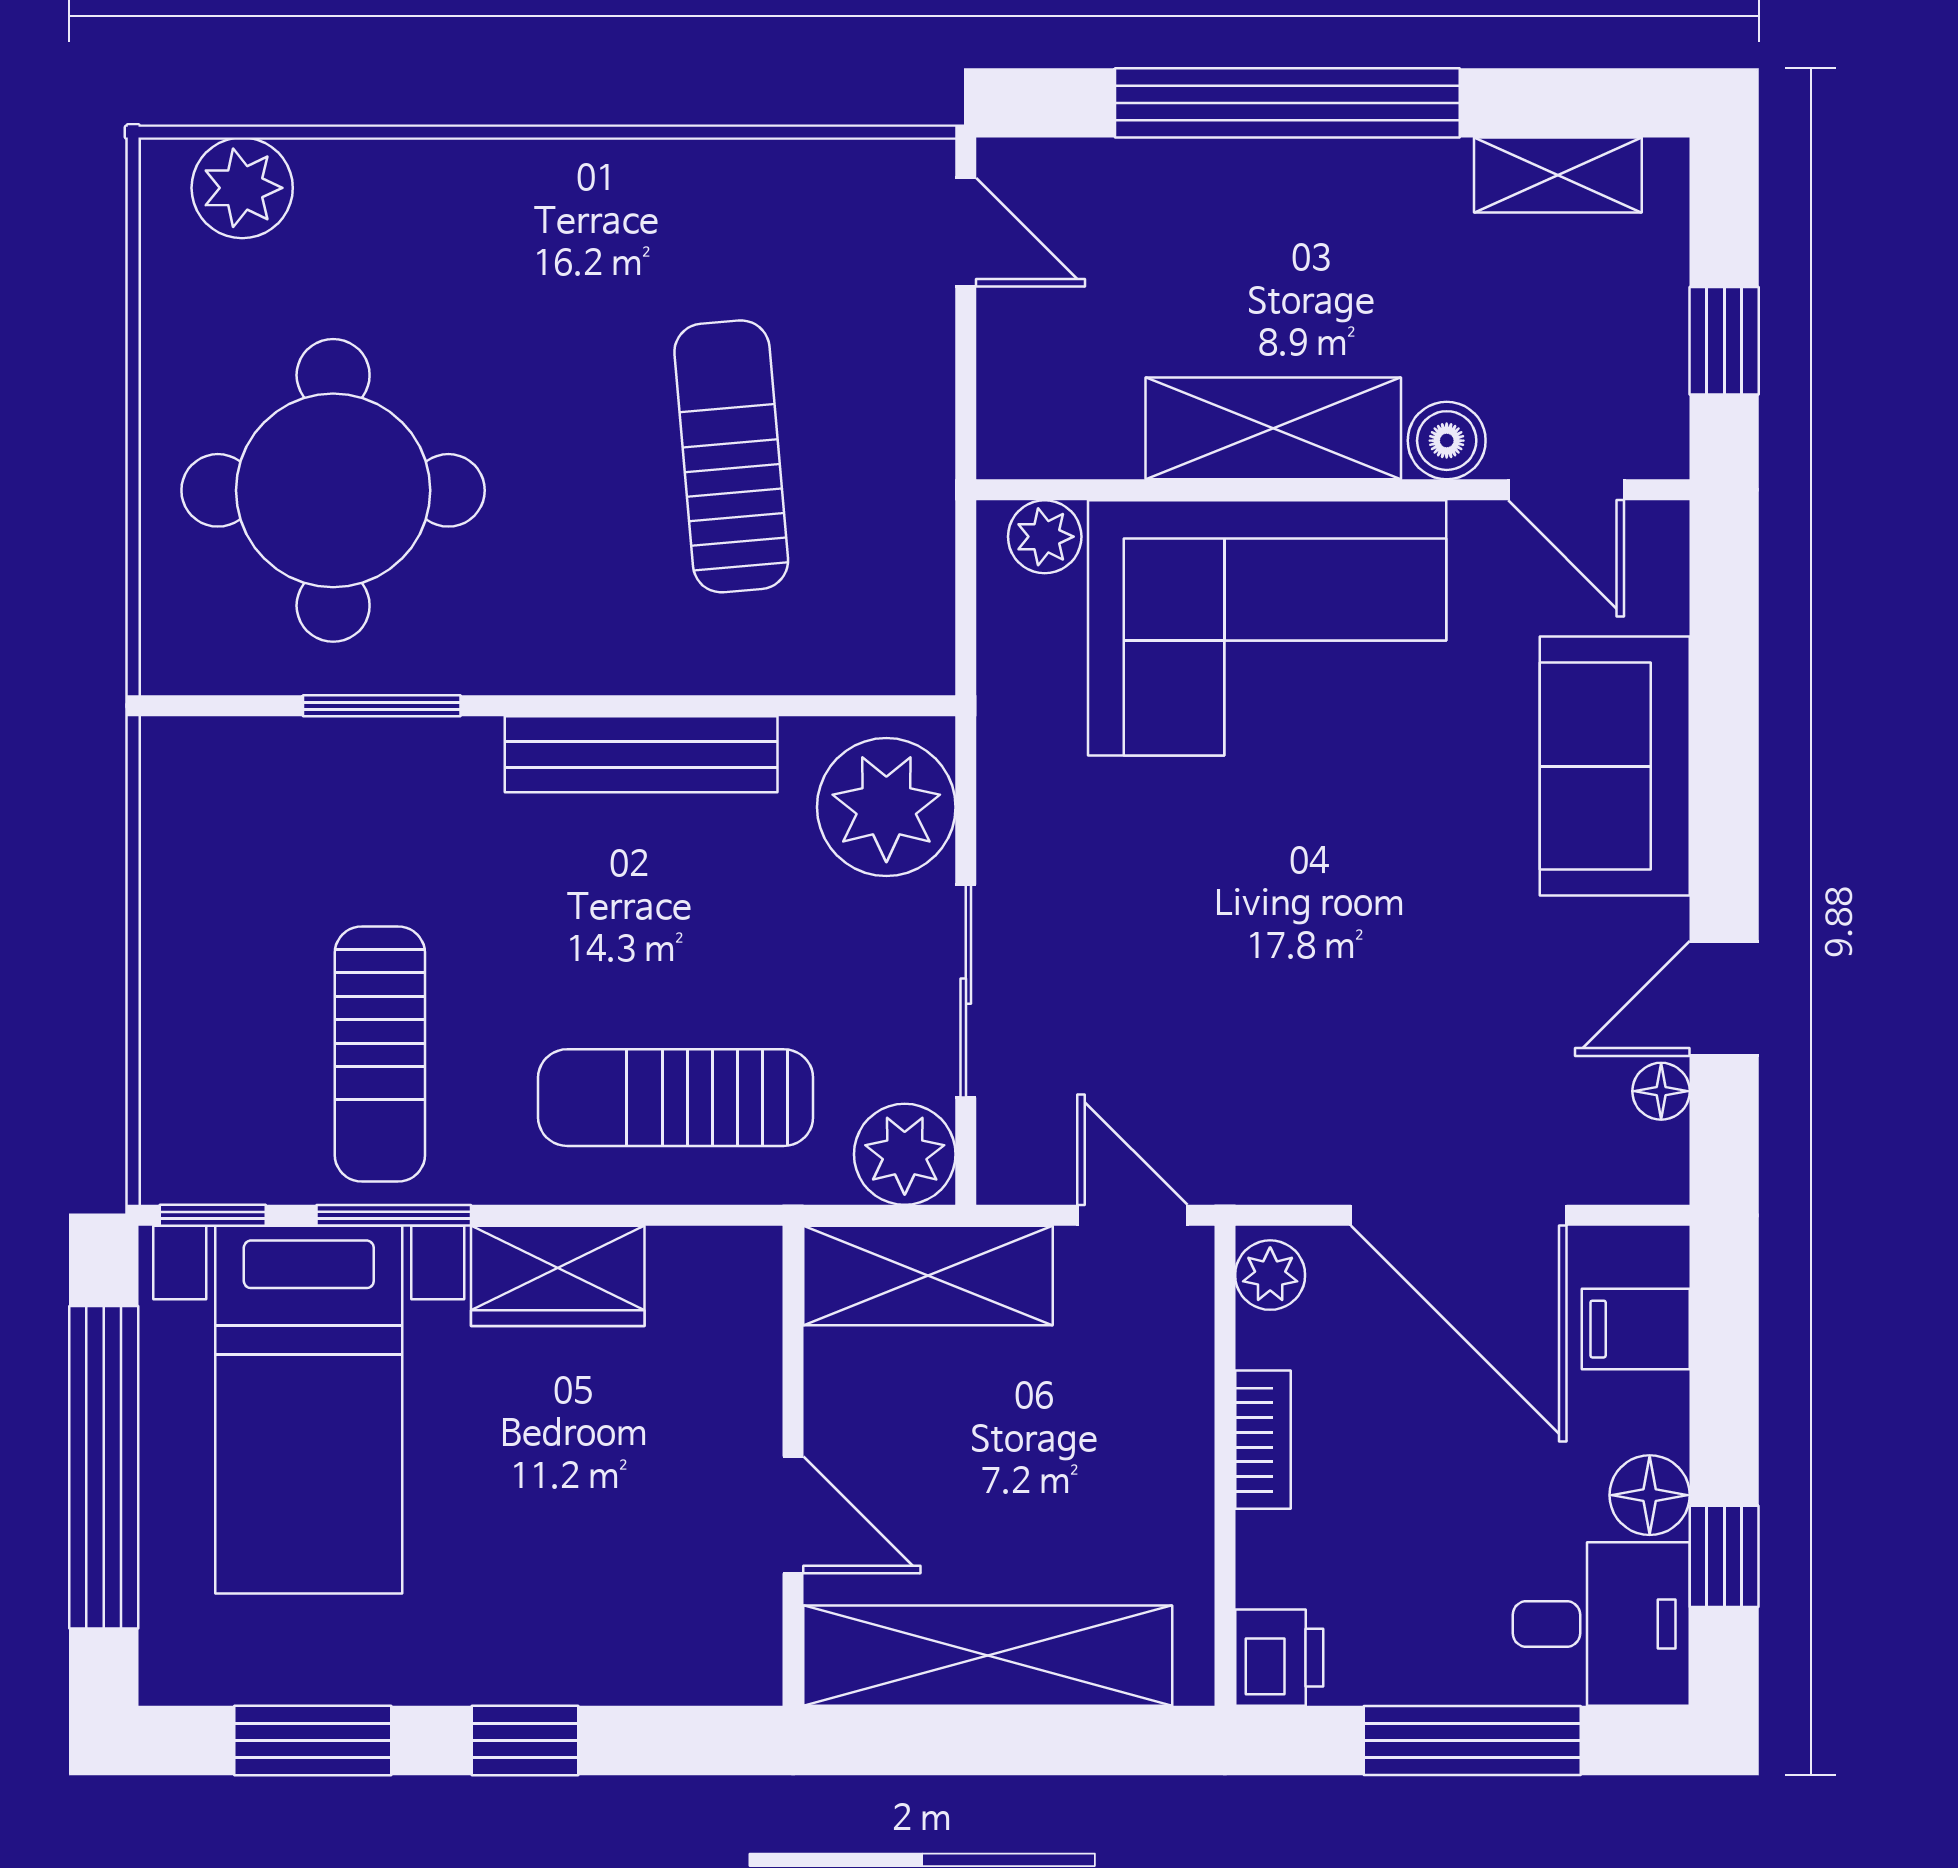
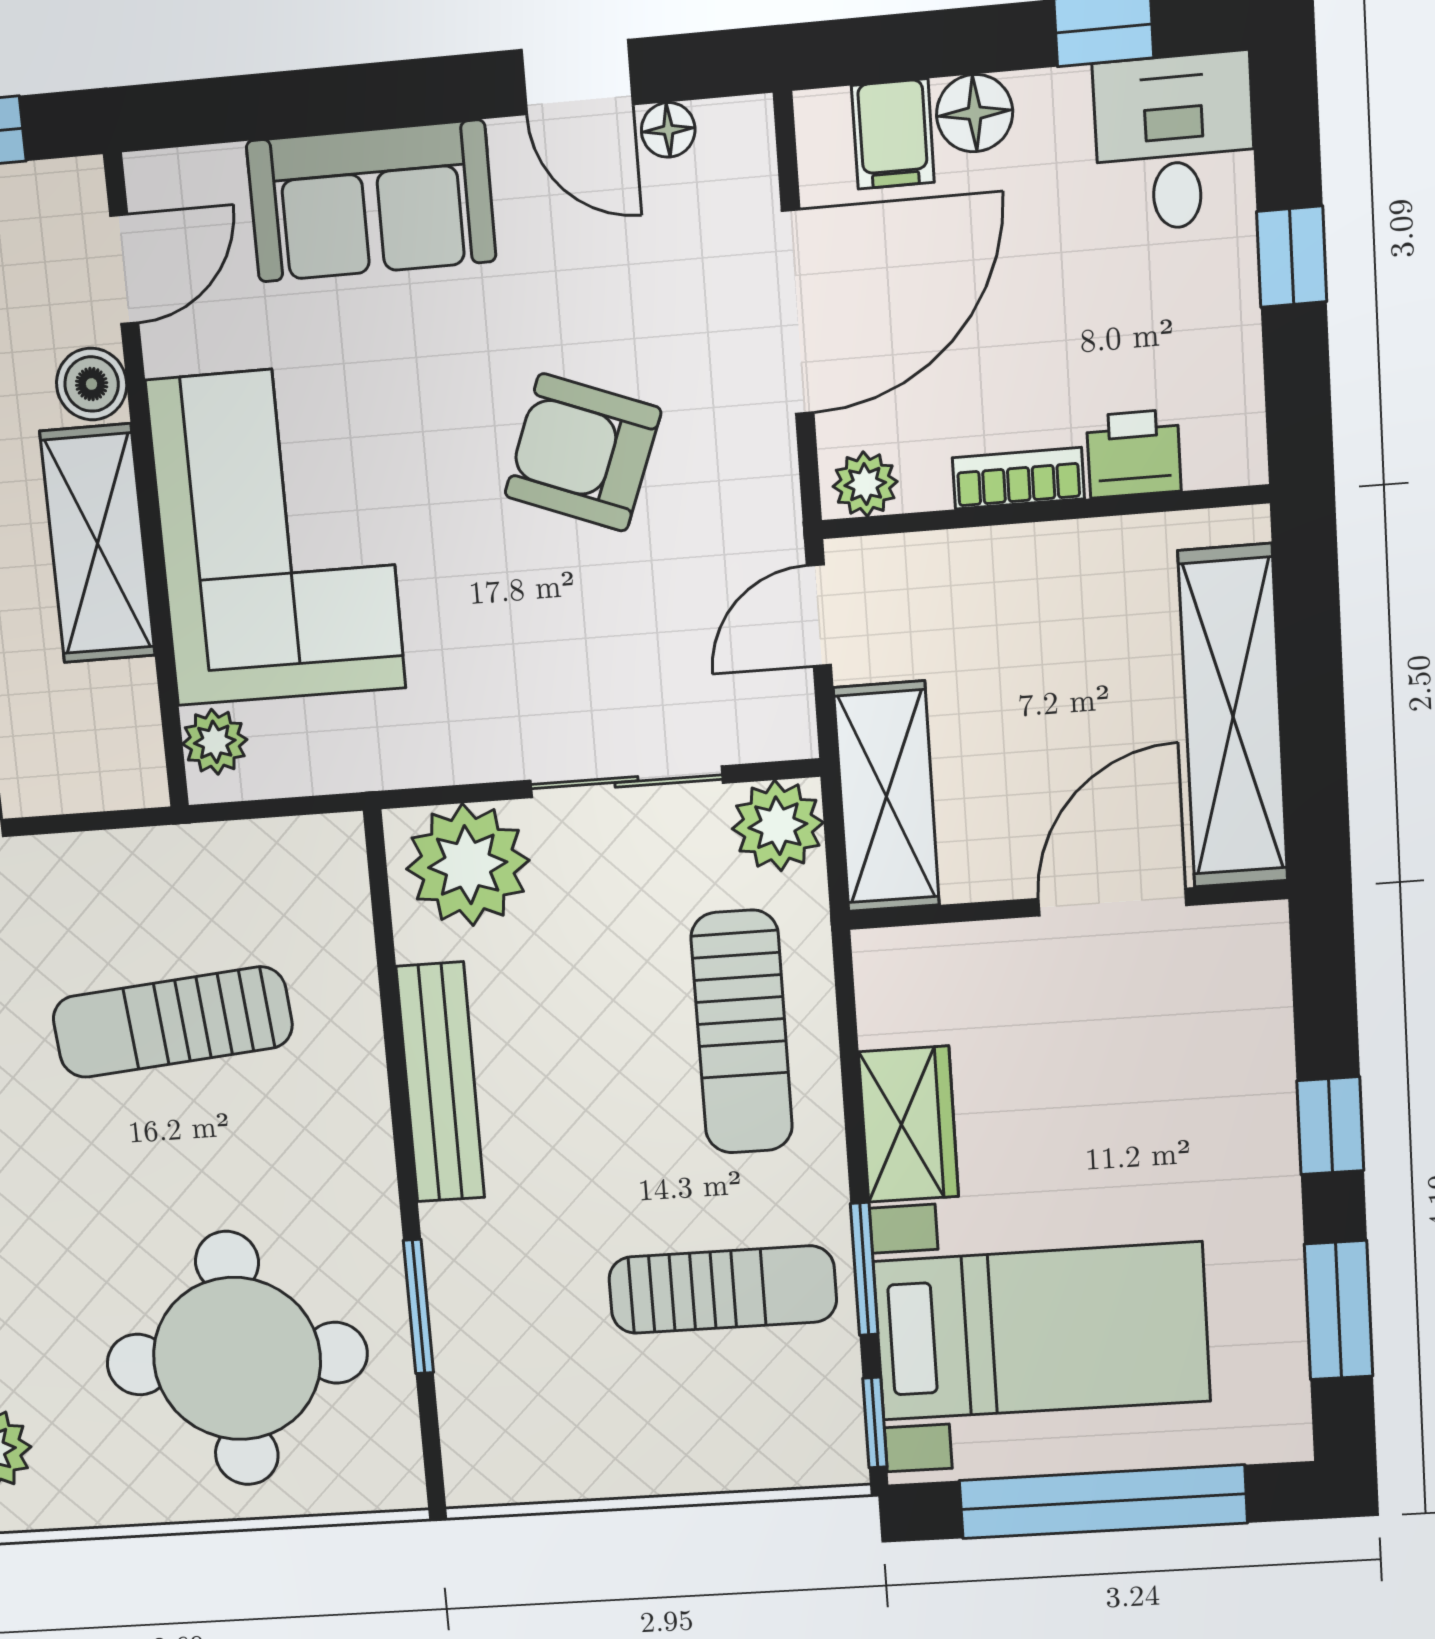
armchair: (1329, 972) -> (583, 452), added
floor lamp: (1650, 1495) -> (975, 113), moved
door: (793, 1515) -> (1112, 902), width x1.38
printer: (1279, 1658) -> (1134, 454), moved
window: (1472, 1740) -> (1292, 257), width x0.46

